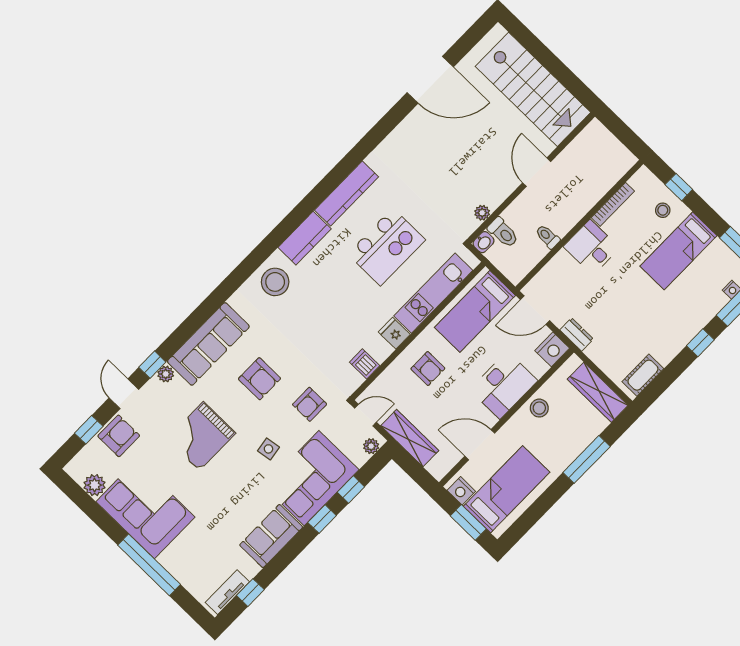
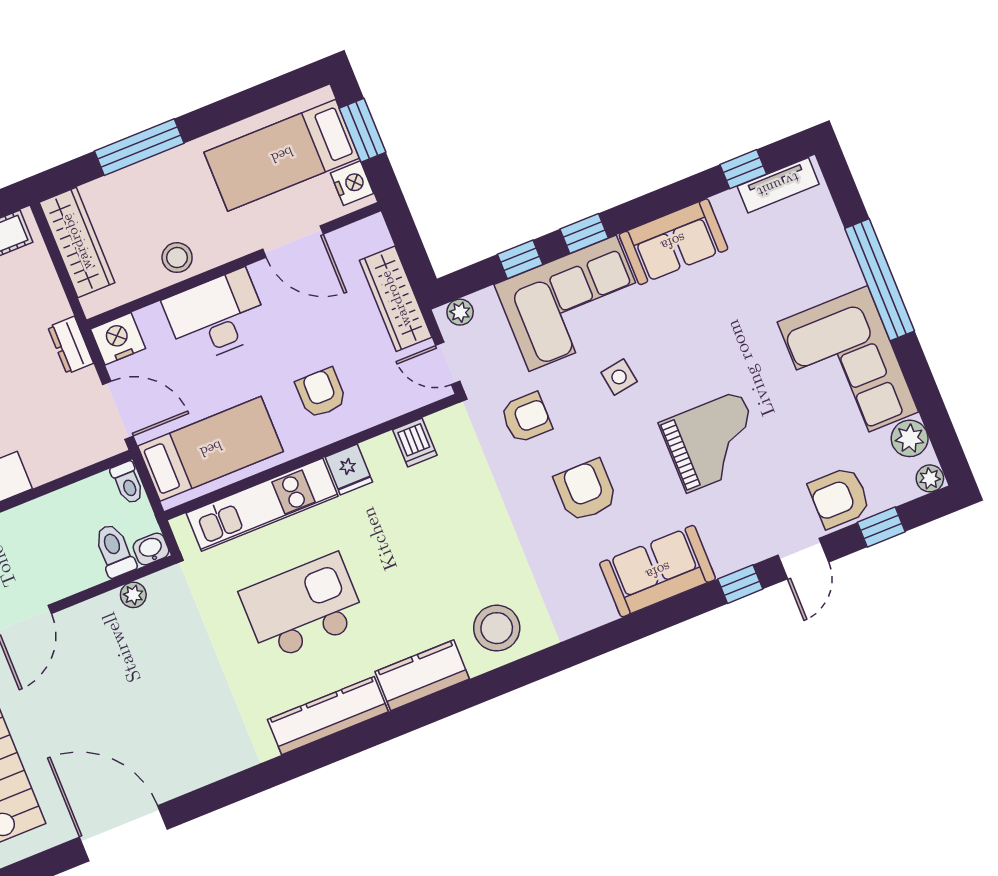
toilet: (548, 237) -> (128, 483), moved
sofa: (208, 344) -> (658, 571), width x0.73
plant: (166, 374) -> (930, 478), moved

